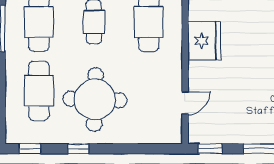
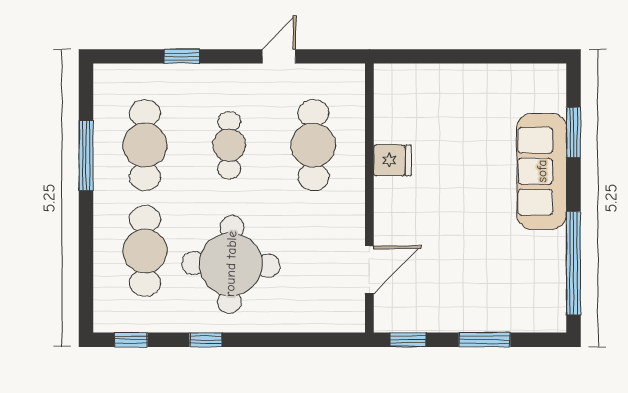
fridge: (204, 41) -> (392, 160), width x0.53, depth x0.75
door: (185, 103) -> (369, 270), width x1.38

